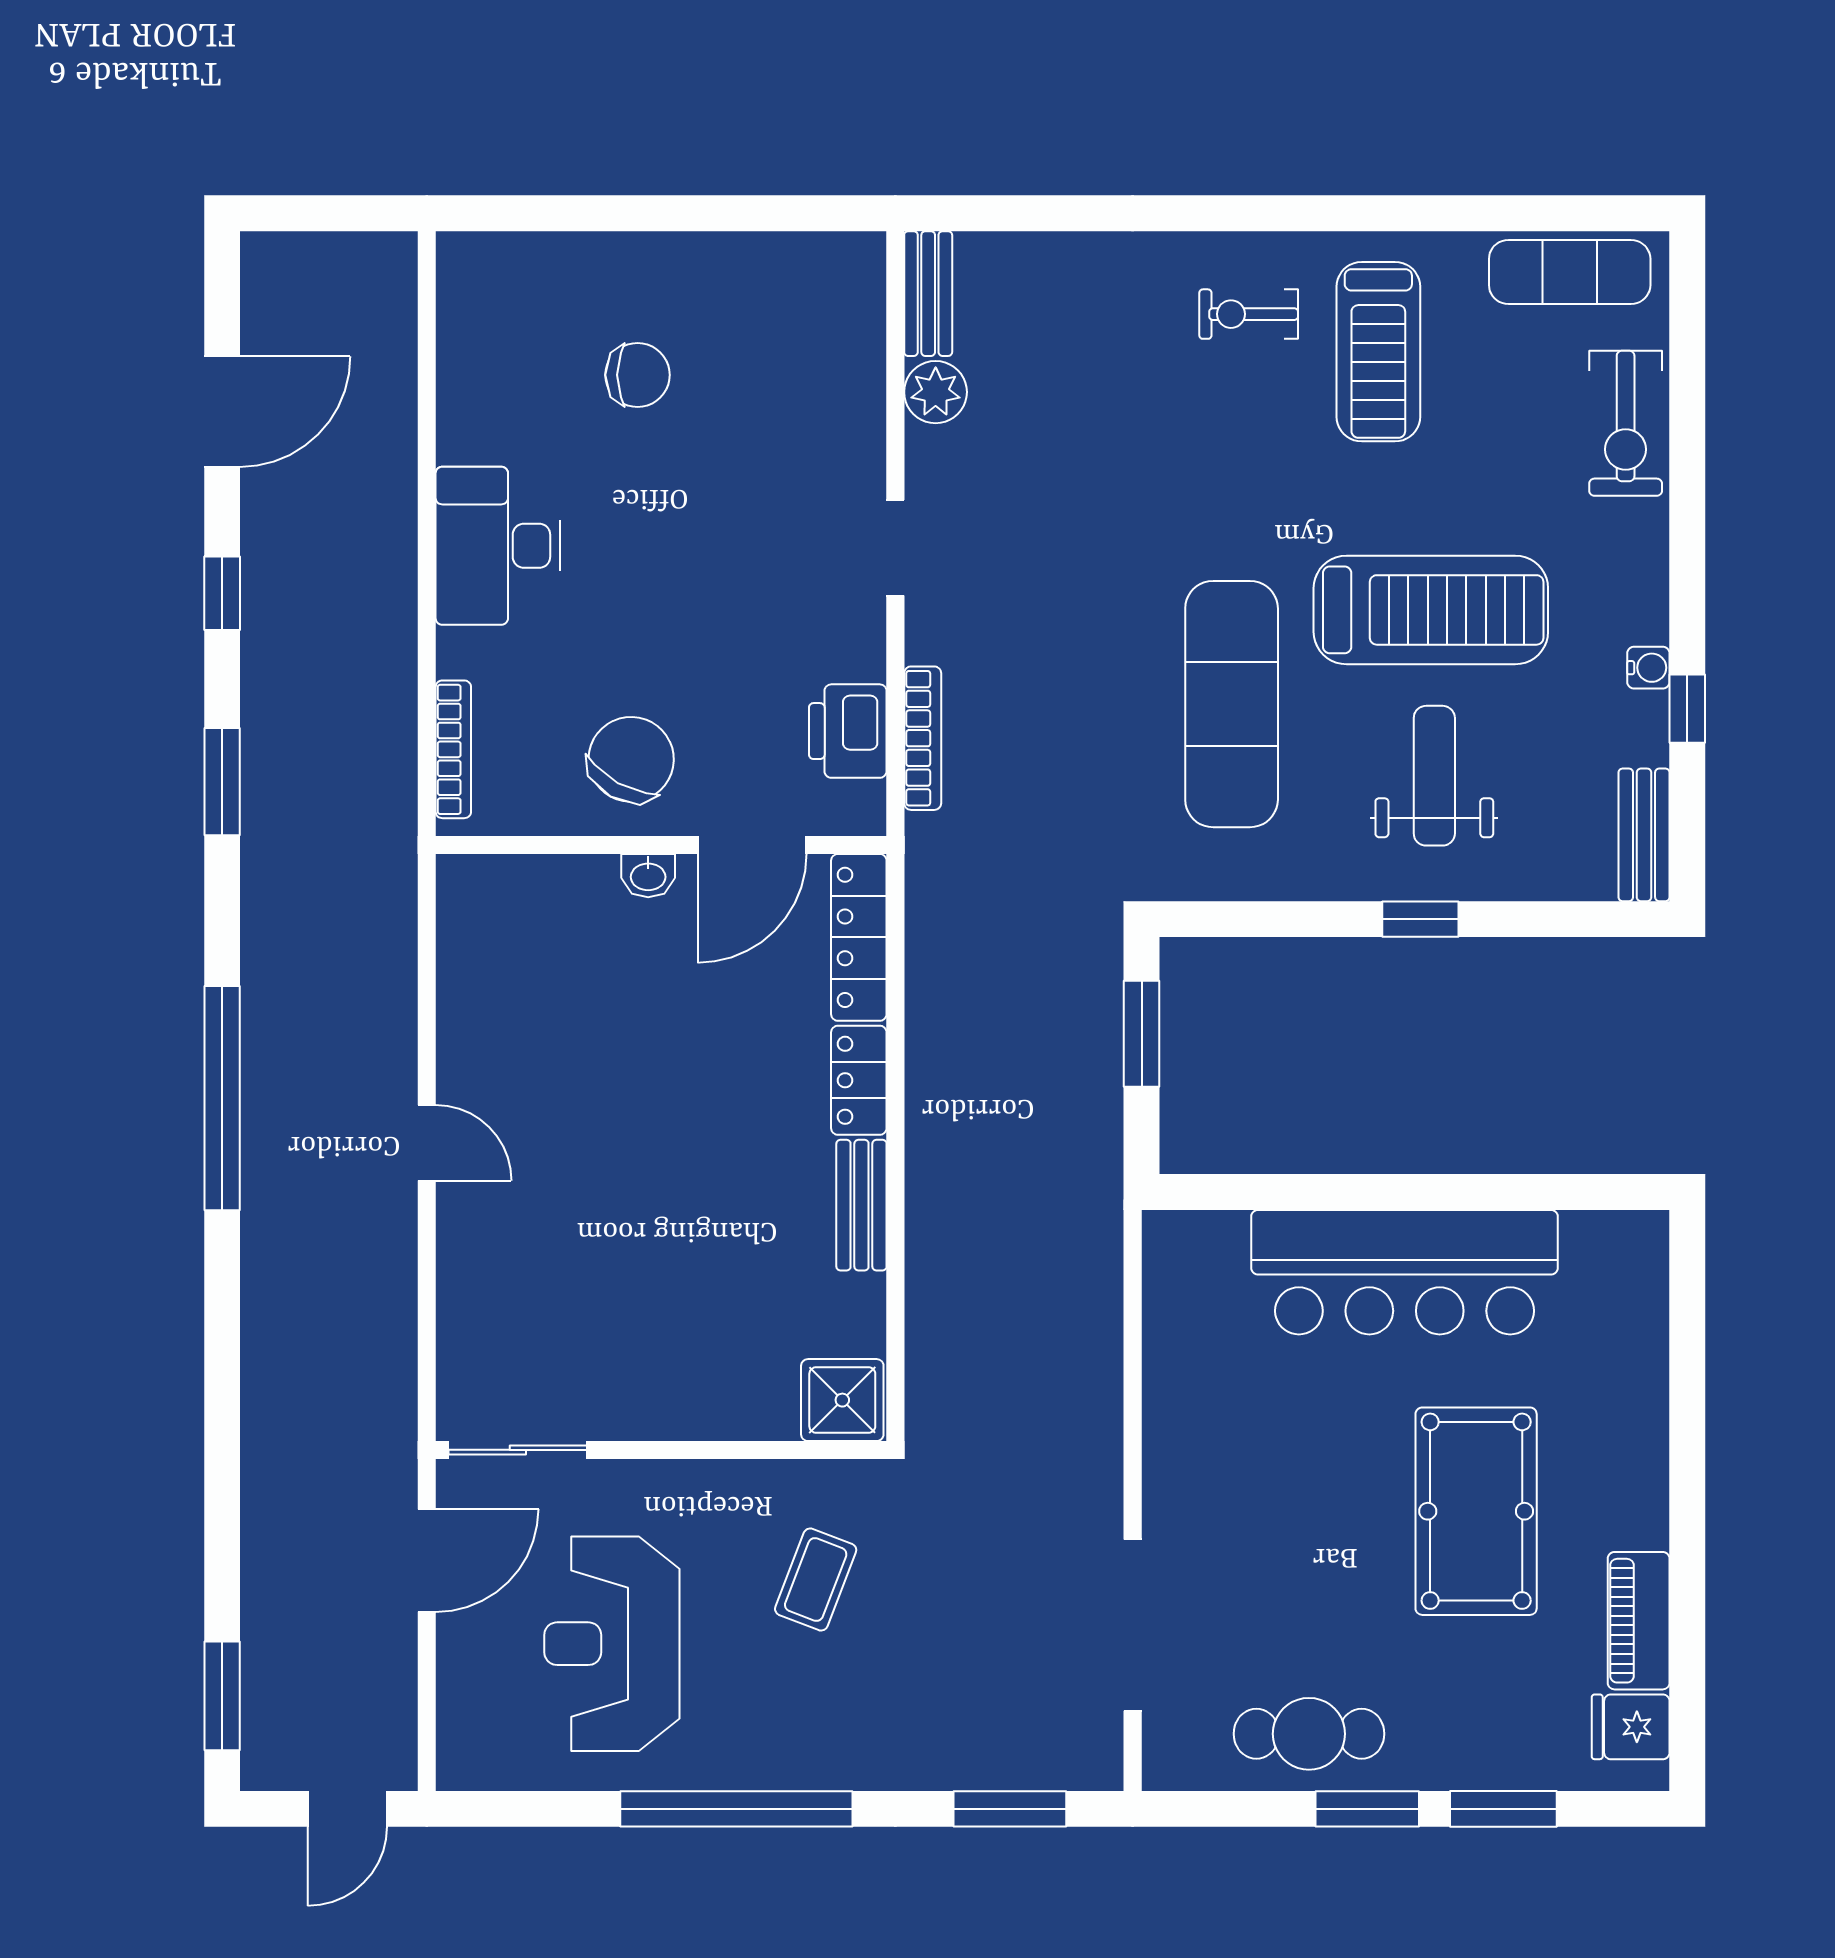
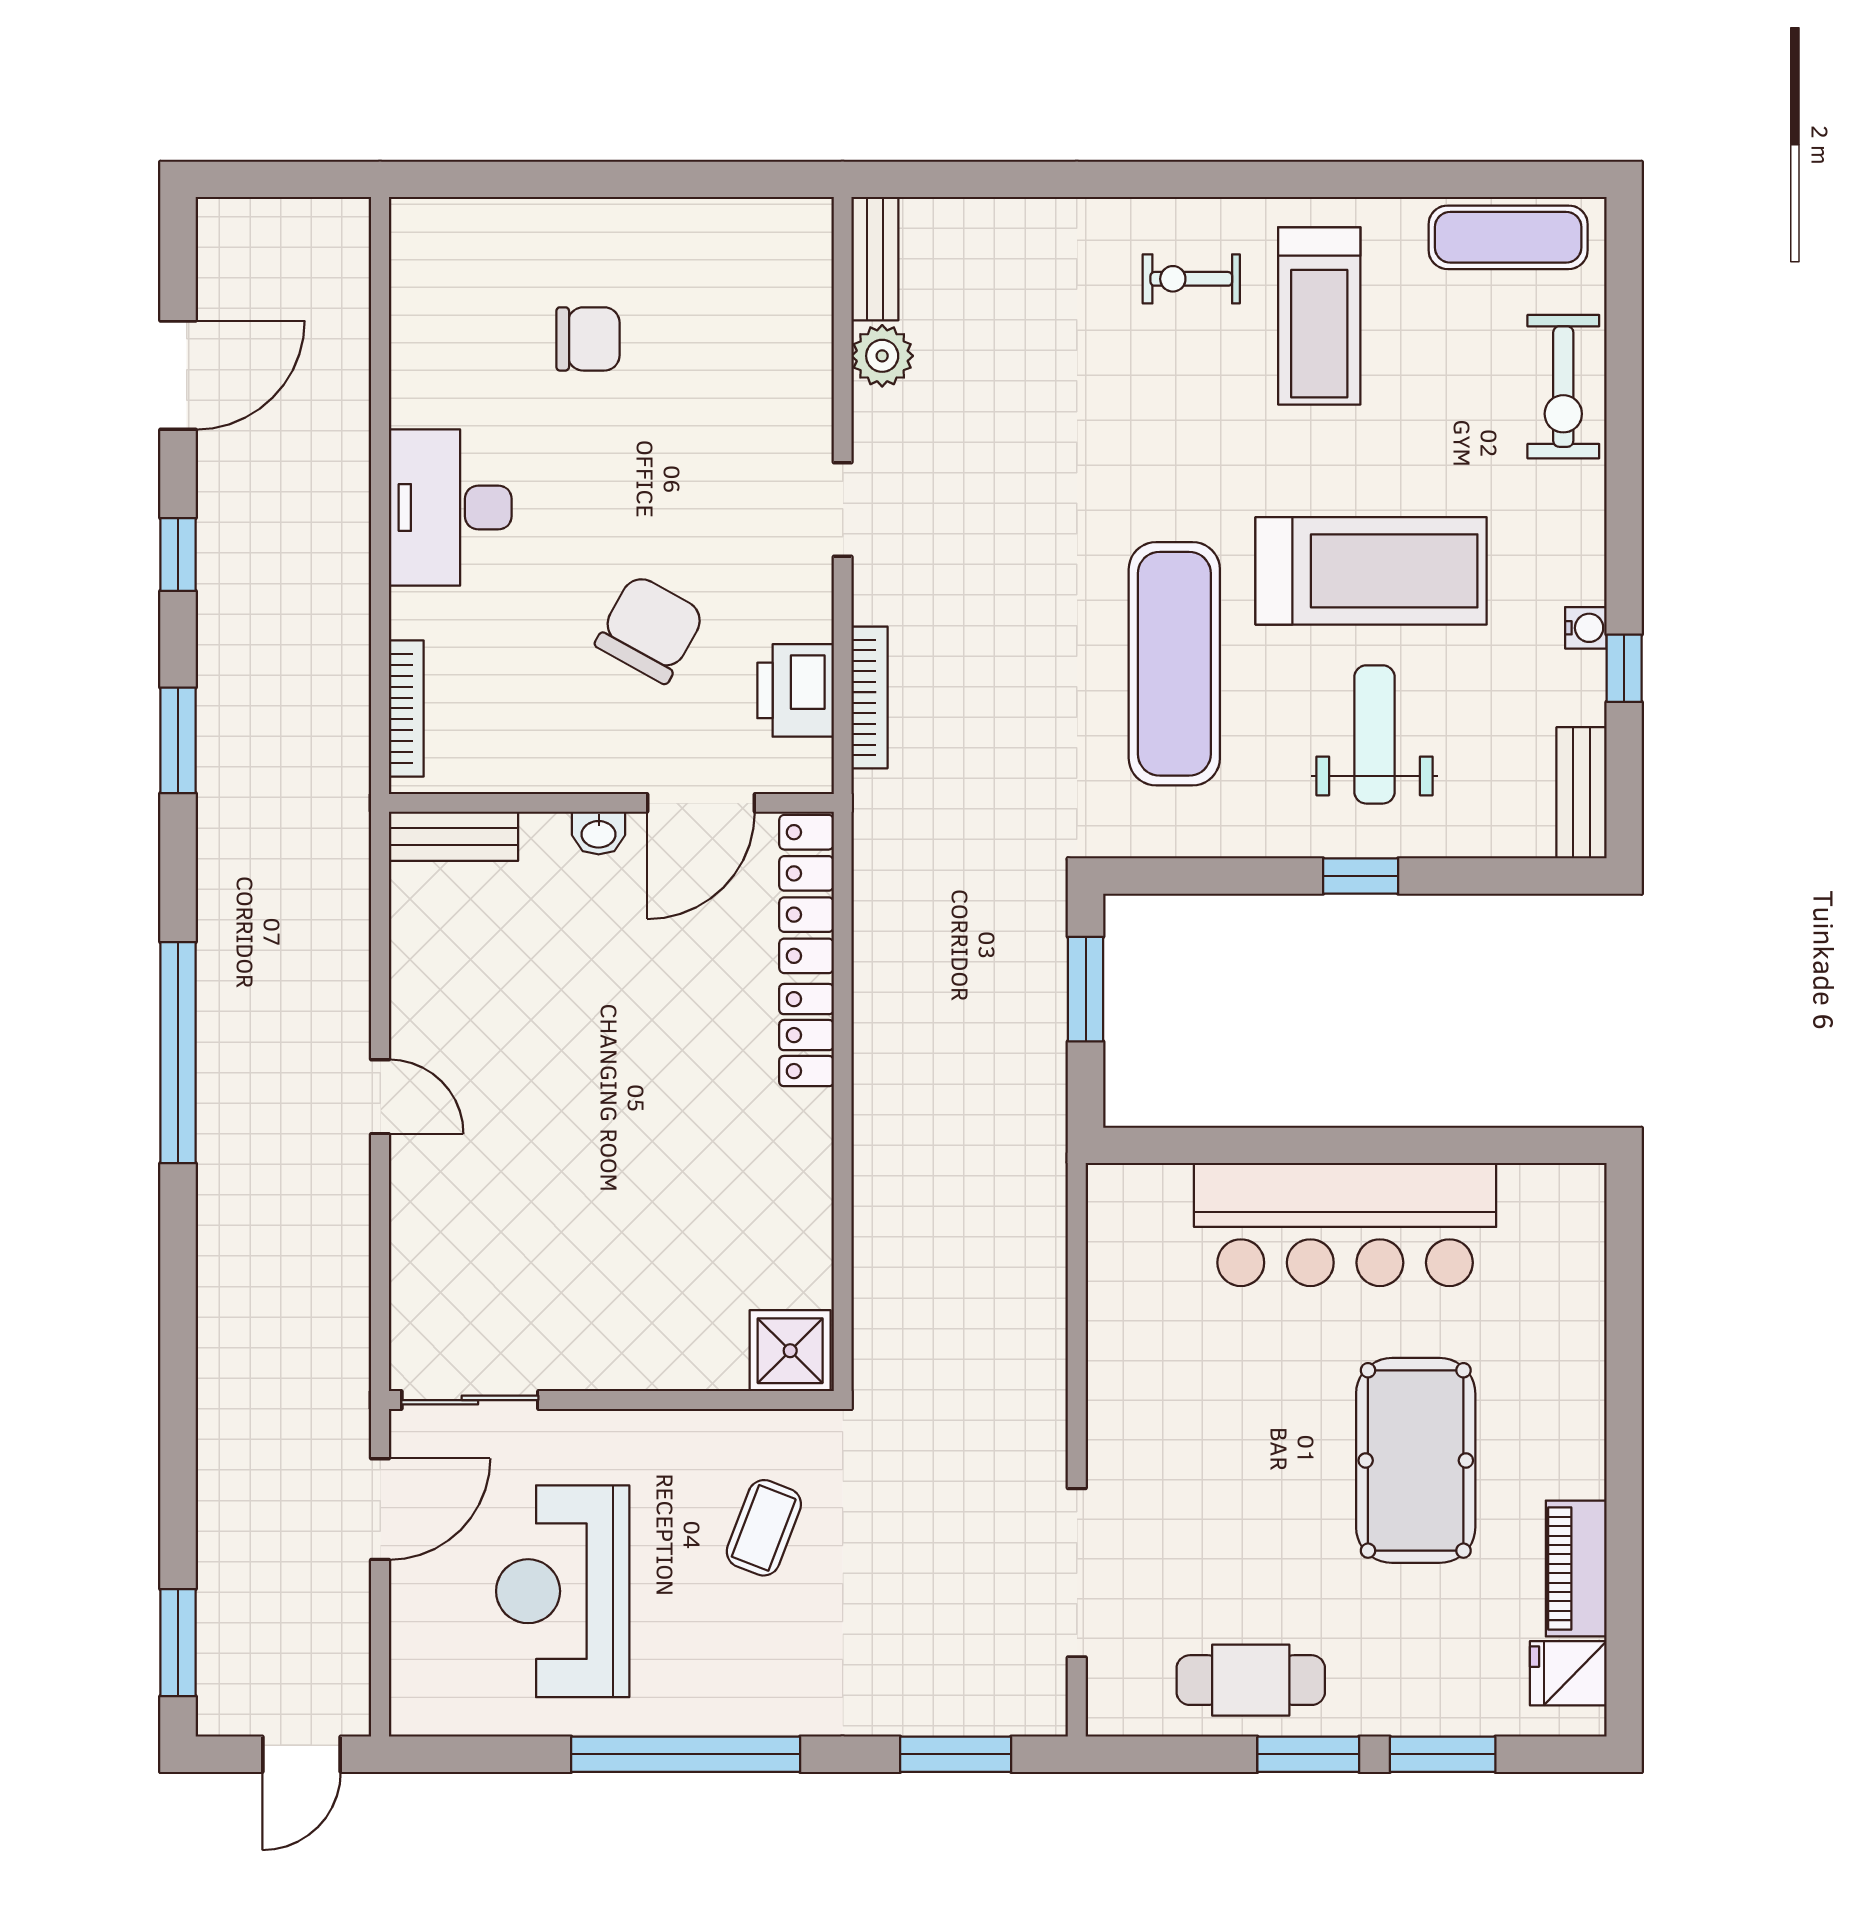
chair: (631, 759) -> (650, 629), moved
bench: (861, 1205) -> (453, 836), moved, turned 90

